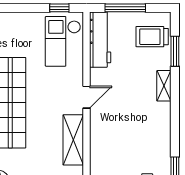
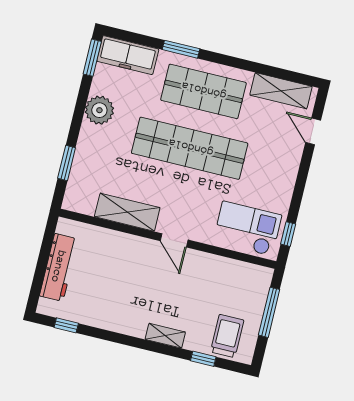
workbench: (100, 40) -> (239, 273), removed
window: (175, 51) -> (203, 359), width x0.67

